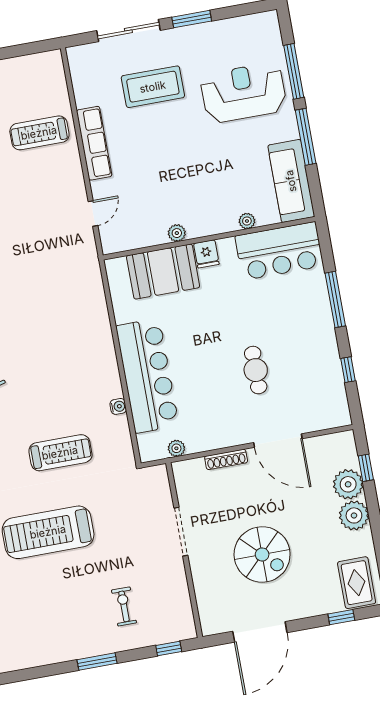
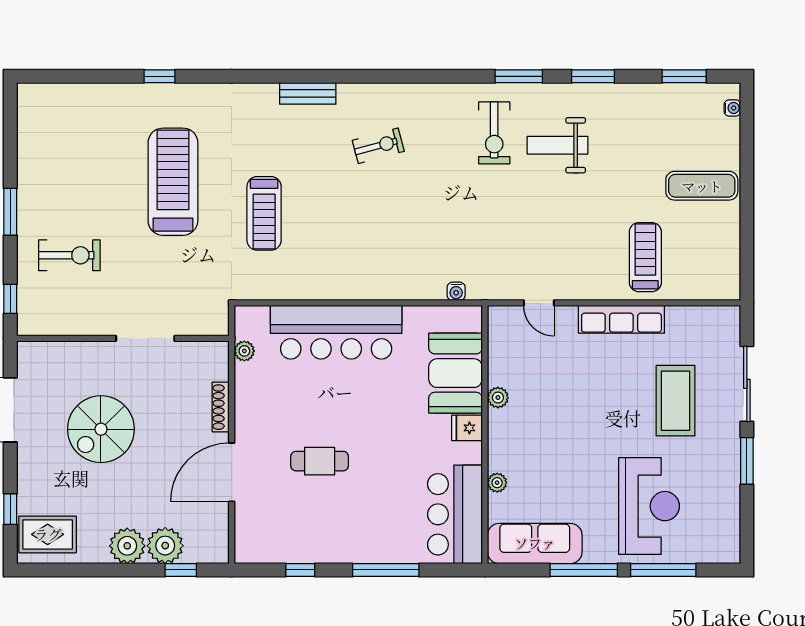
water cooler: (118, 406) -> (456, 291), moved
exercise bike: (124, 606) -> (69, 255), width x1.38, depth x1.39

